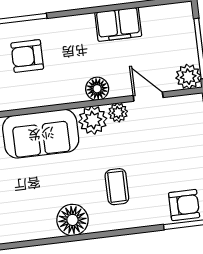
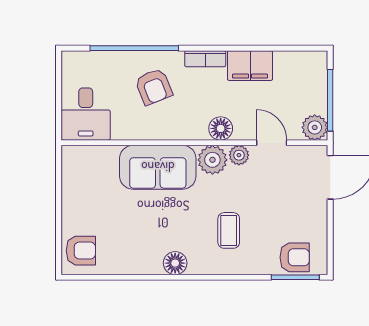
bookcase: (74, 23) -> (205, 59), added
armchair: (27, 56) -> (154, 87), turned -112
floor lamp: (72, 220) -> (175, 263), width x0.73, depth x0.73

